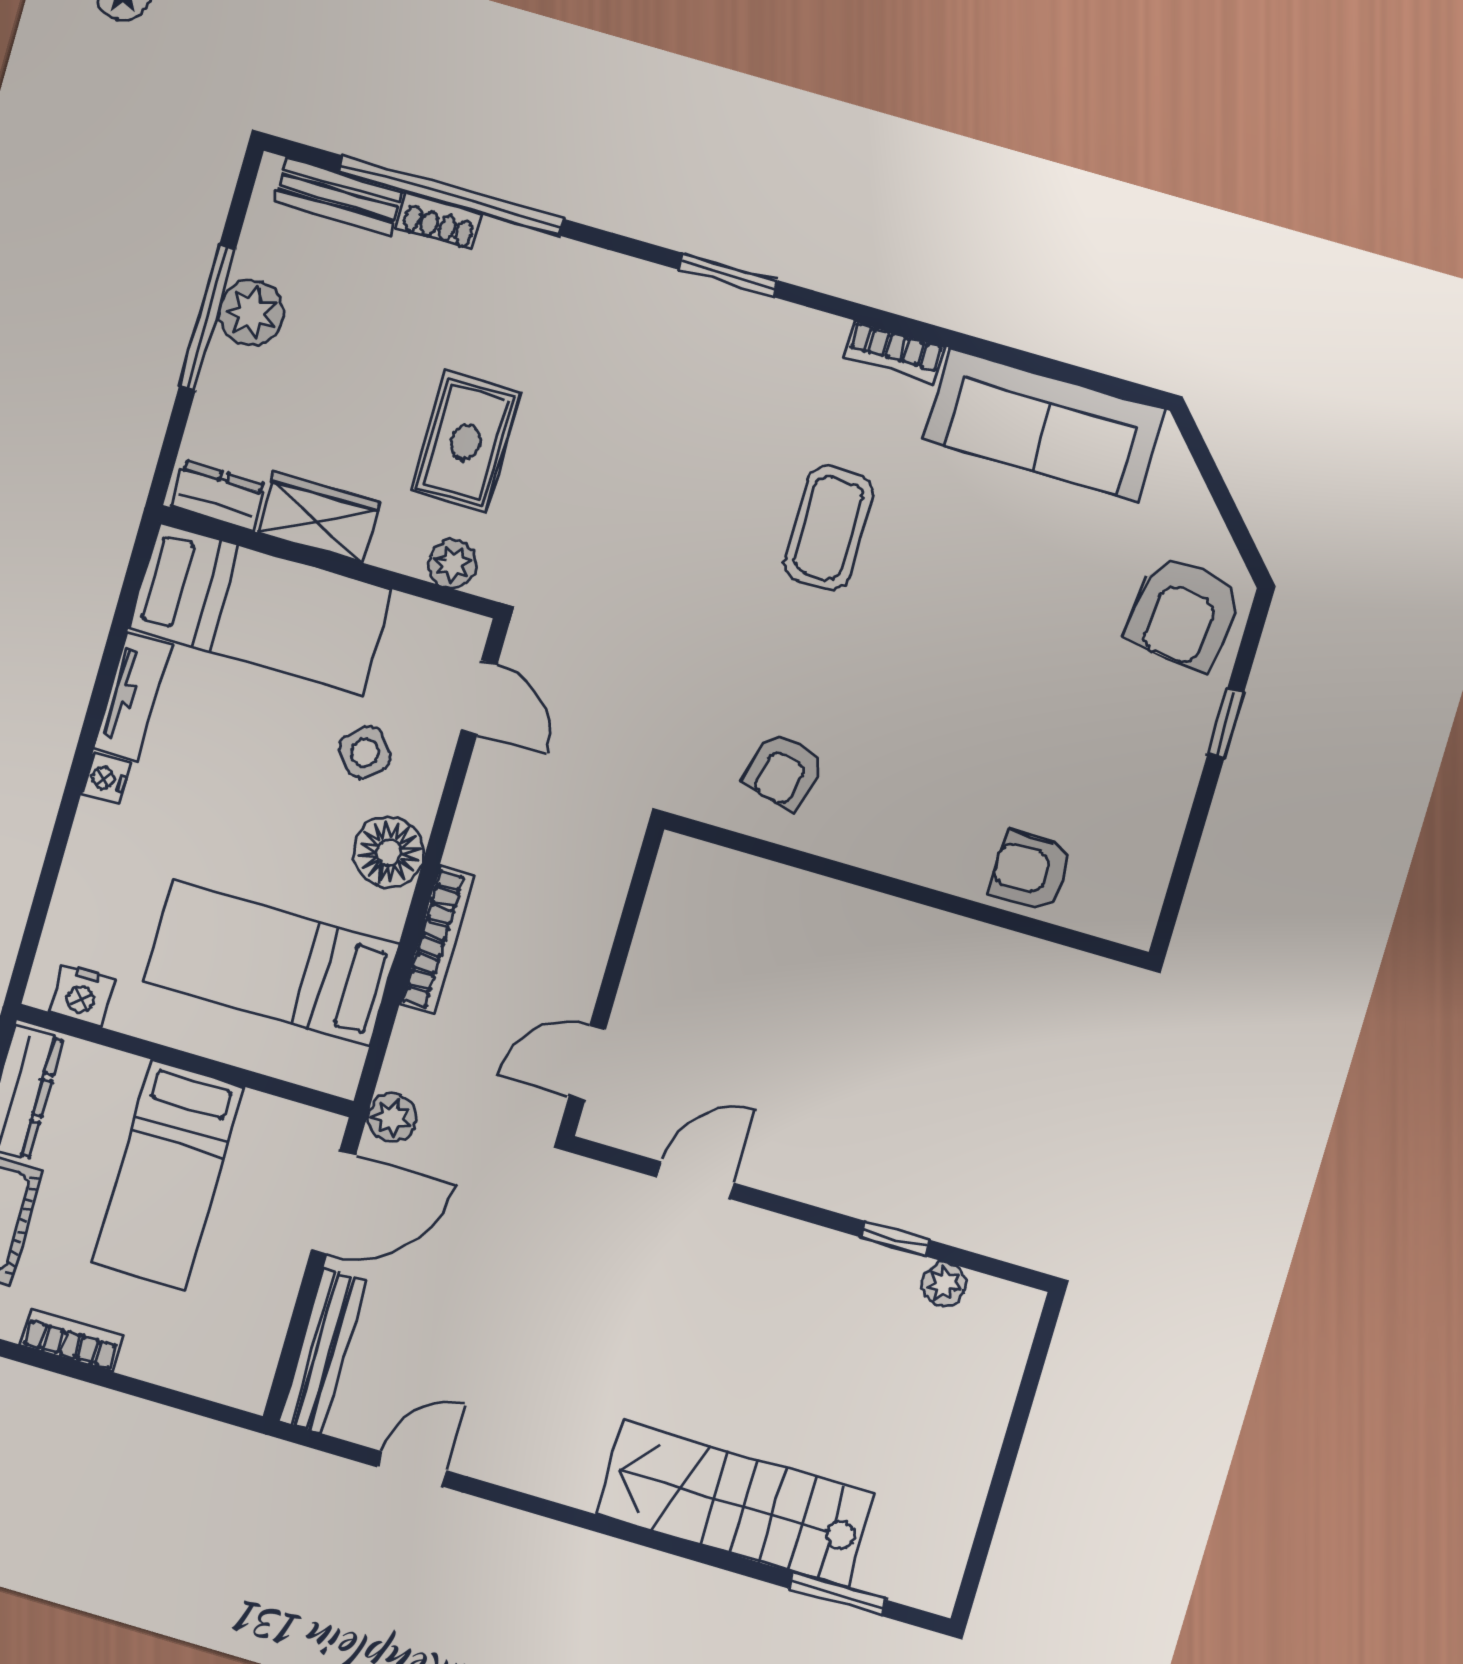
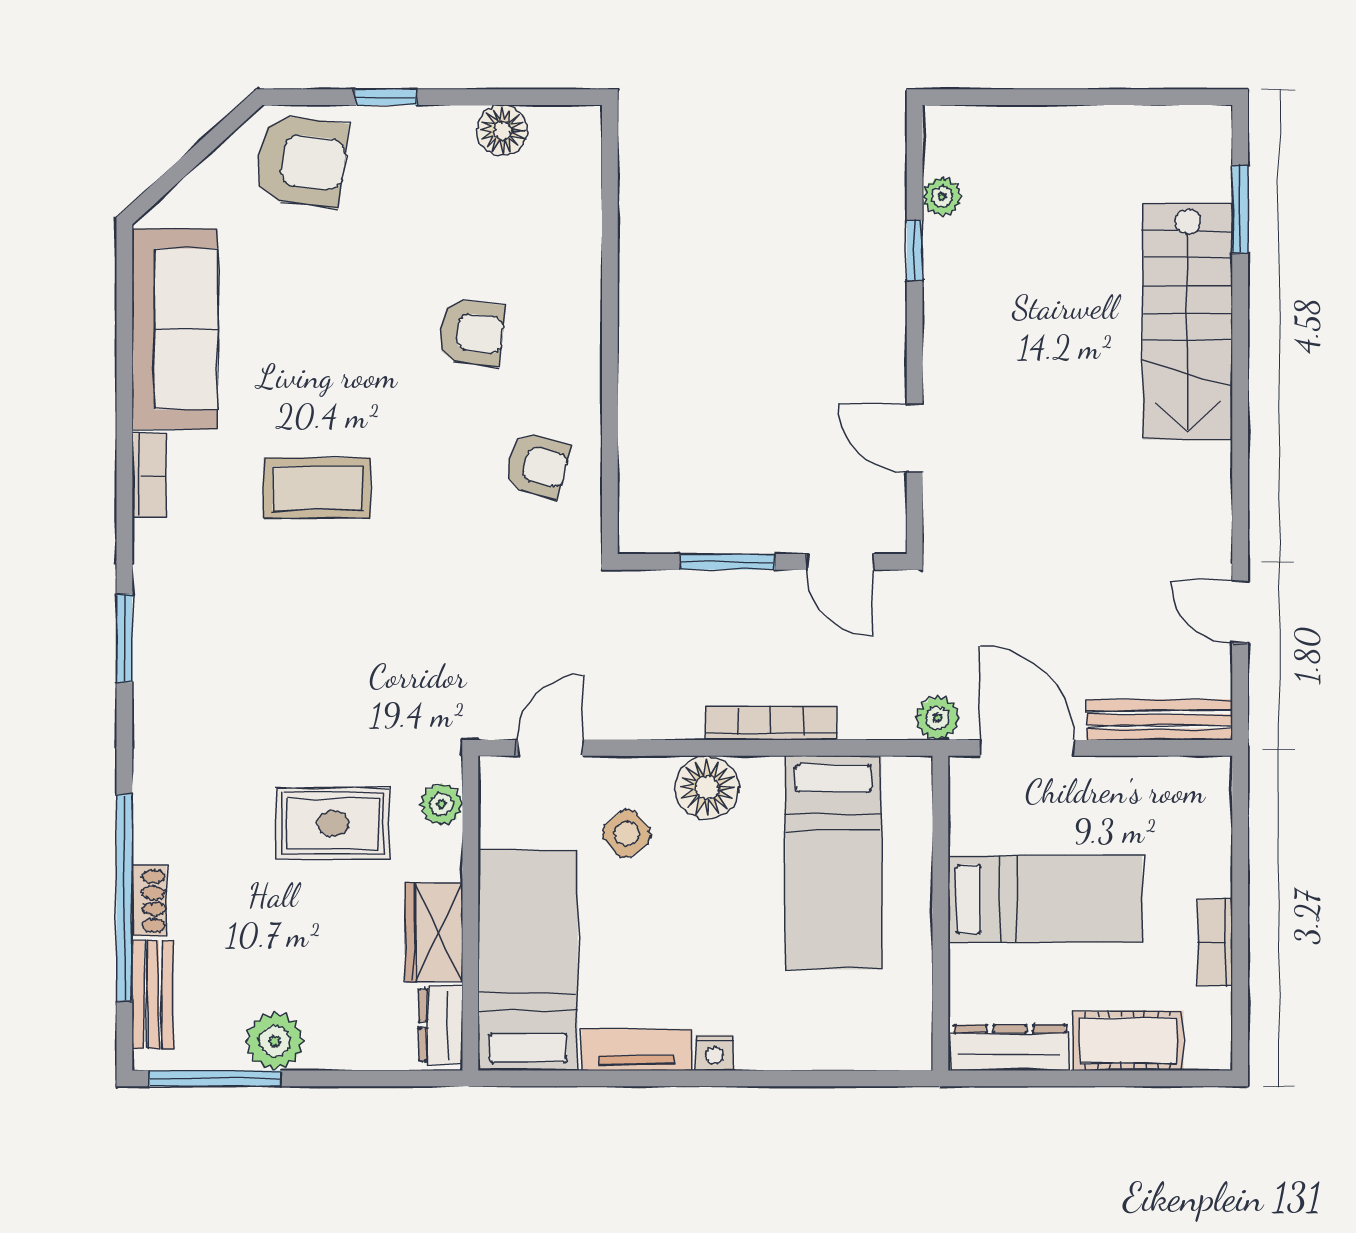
window: (208, 317) -> (215, 1078), moved
floor lamp: (1153, 837) -> (502, 130), added
armchair: (1031, 871) -> (471, 333), moved, turned -83
window: (622, 943) -> (727, 562), added
nightstand: (82, 996) -> (910, 1020), removed

